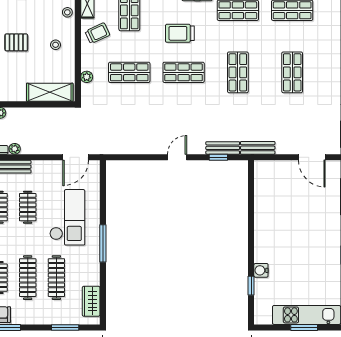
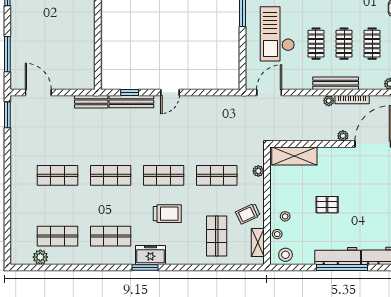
stool: (56, 45) -> (285, 216), moved
shop shelf: (238, 72) -> (111, 175), turned 90
shop shelf: (292, 72) -> (58, 175), turned 90
bench: (223, 148) -> (131, 102), width x1.36

